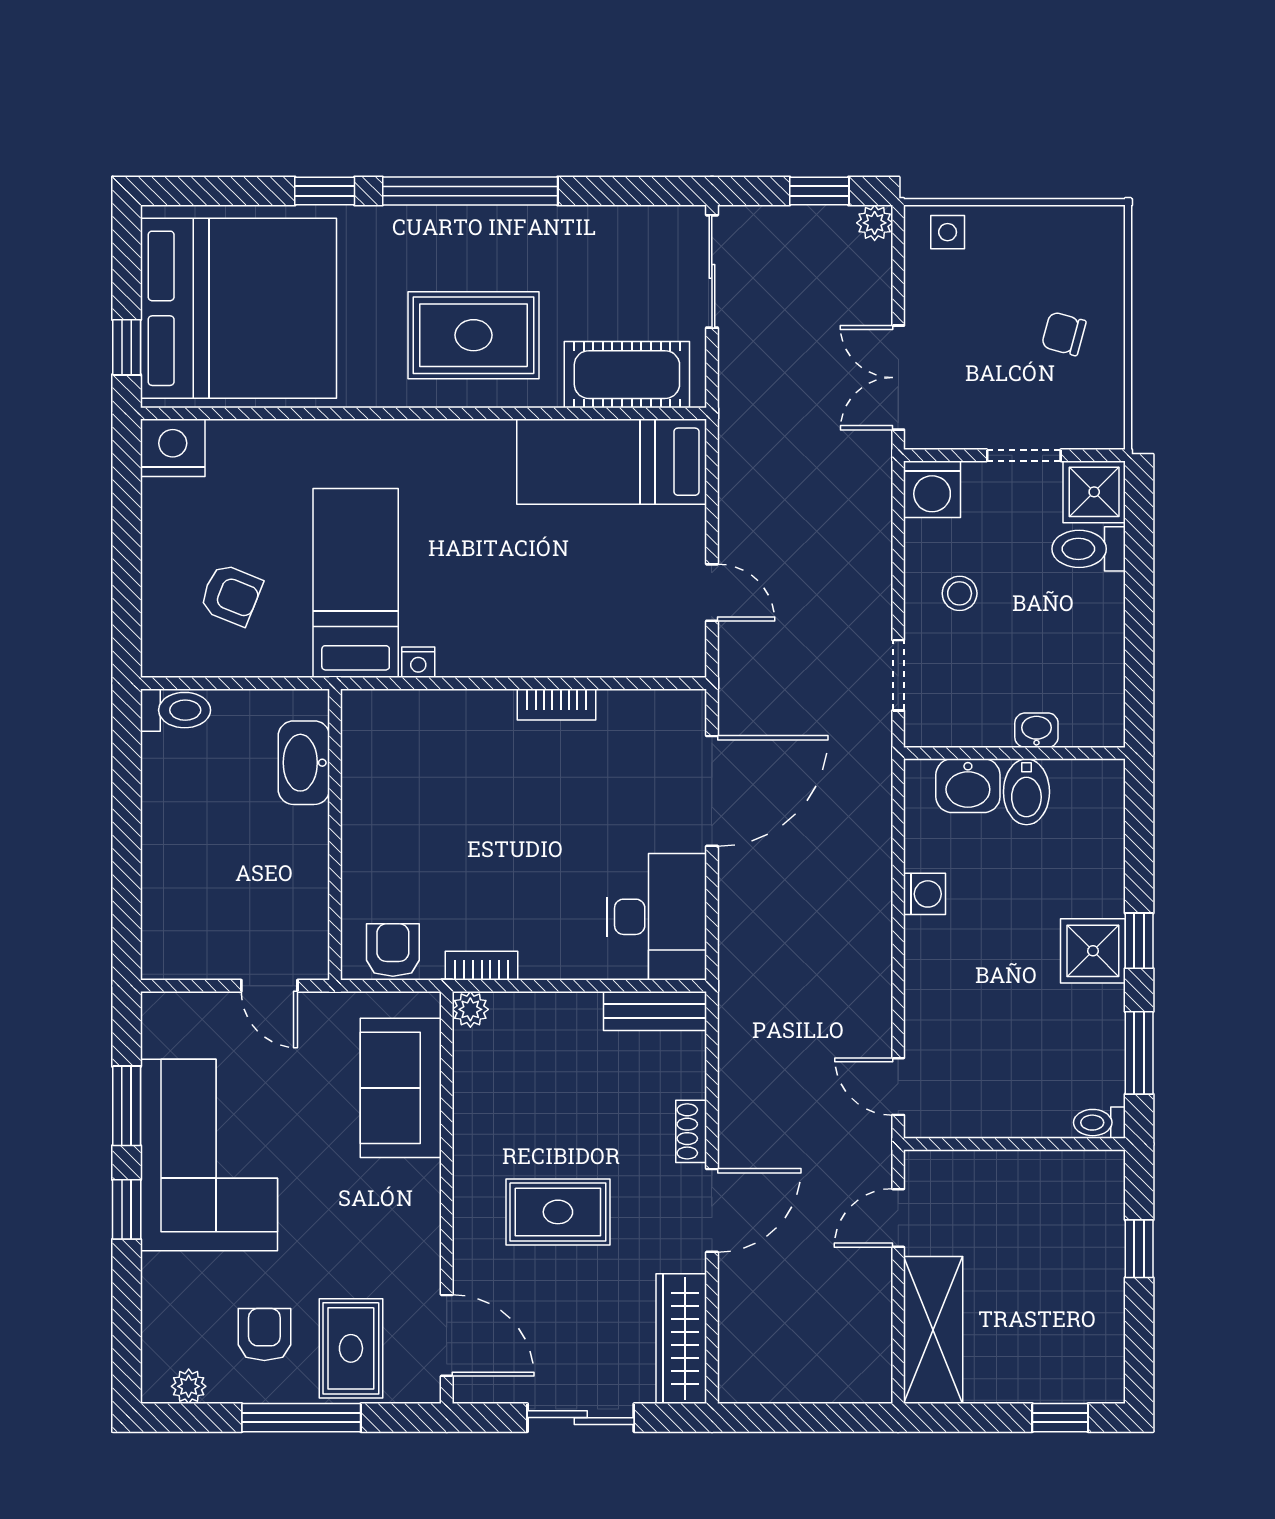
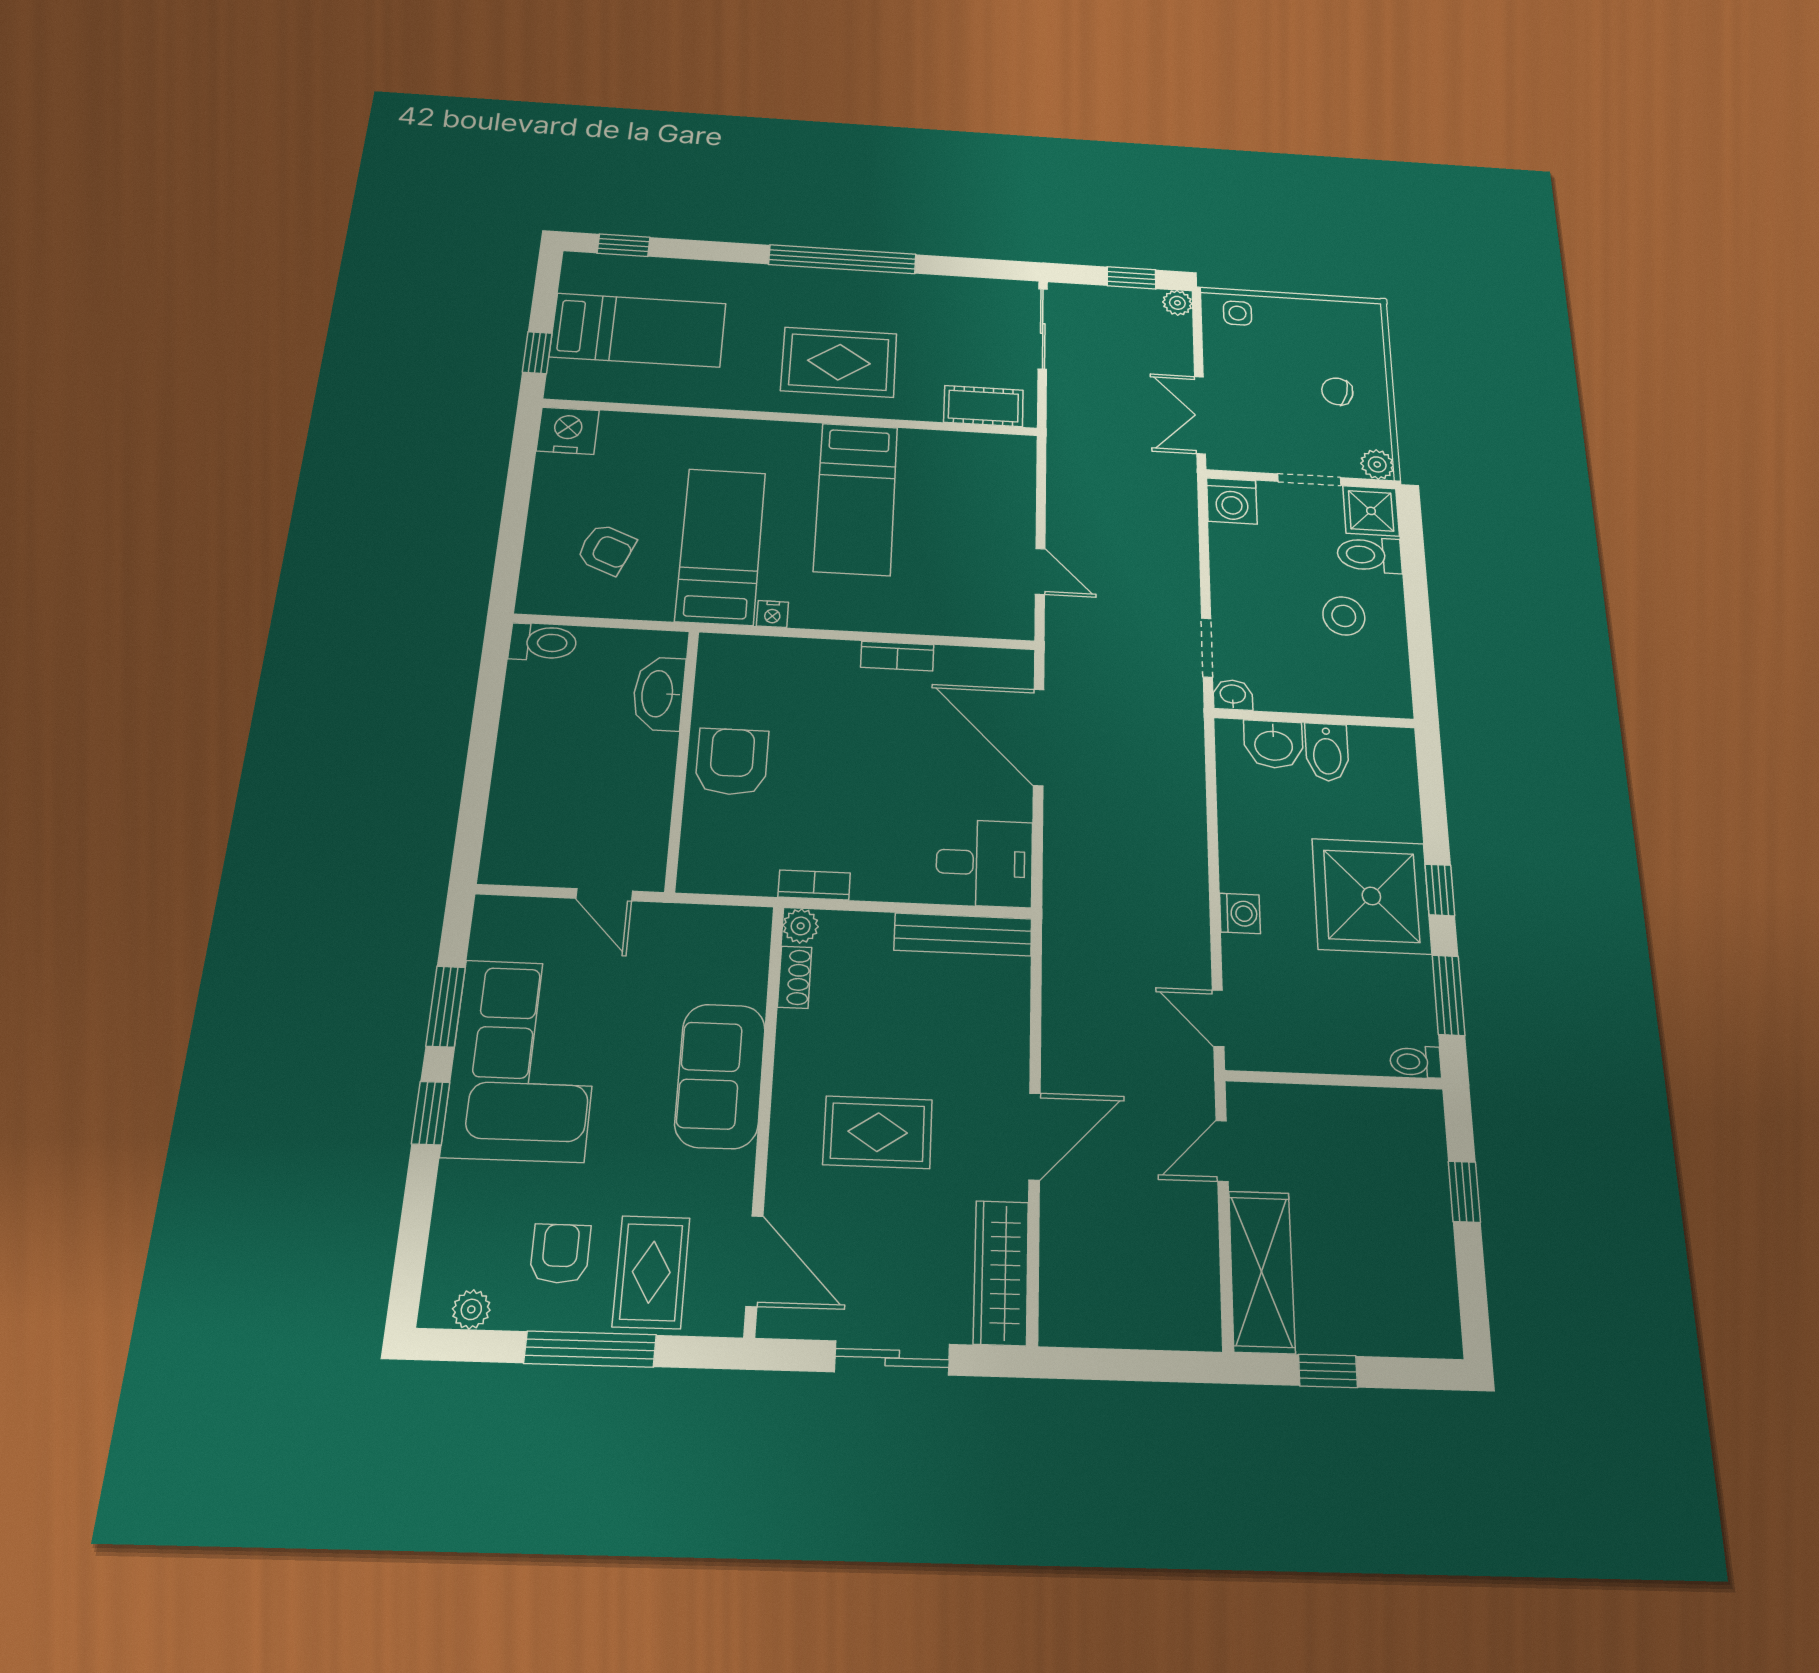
window: (325, 191) -> (623, 245), moved
bed: (238, 308) -> (638, 330), width x0.49
cot: (627, 375) -> (983, 406), width x0.73, depth x0.75
plant: (1105, 430) -> (1377, 464), added
bed: (612, 462) -> (856, 499), moved, turned -90
stool: (960, 593) -> (1344, 616), moved, width x1.37, depth x1.37
washbasin: (1036, 730) -> (1233, 695), moved
door: (712, 791) -> (1039, 737), swing flipped
washing machine: (924, 894) -> (1240, 913), moved
desk: (657, 917) -> (984, 863), width x0.73
armchair: (393, 950) -> (732, 762), moved, width x1.38, depth x1.38
shower: (1093, 951) -> (1371, 896), width x1.86, depth x1.86
bench: (655, 1011) -> (963, 934), width x1.36
sofa: (401, 1088) -> (720, 1076), moved
shoe rack: (691, 1131) -> (795, 977), moved, turned 180
window: (1060, 1418) -> (1328, 1371), moved

